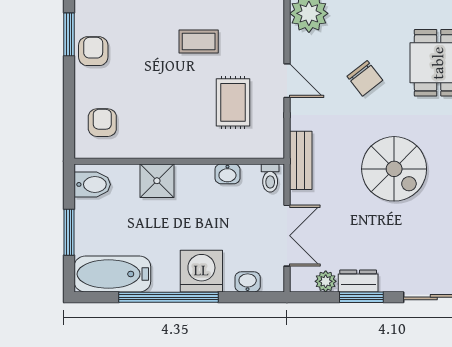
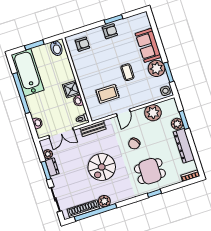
shower: (157, 181) -> (71, 89), moved
washing machine: (201, 271) -> (36, 103), removed
bathtub: (112, 274) -> (28, 72), width x1.36, depth x1.36

